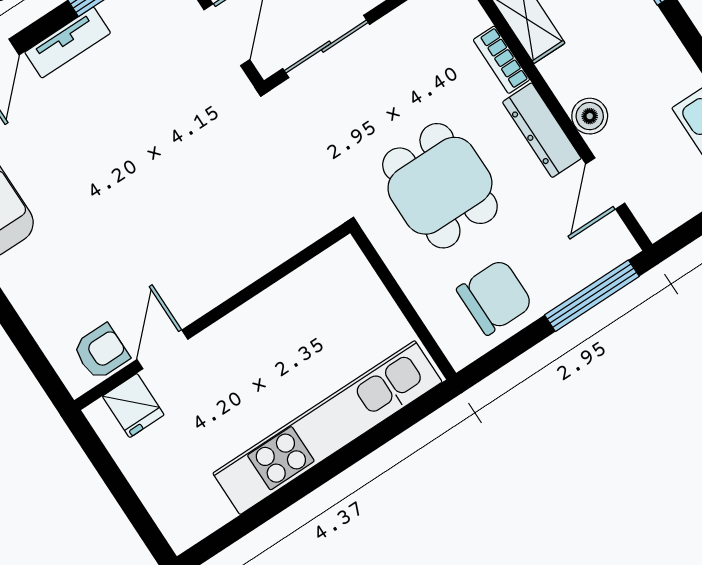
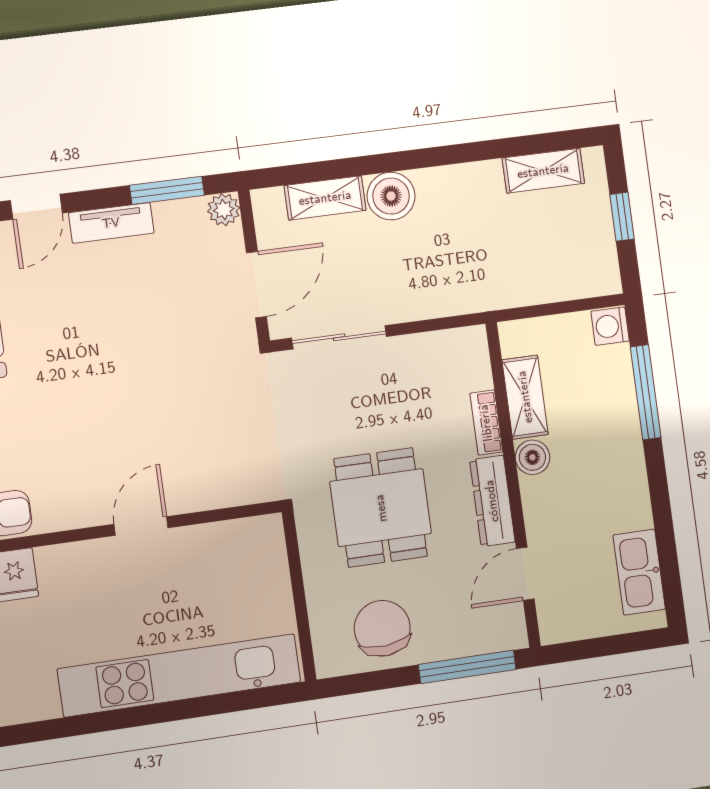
boiler: (590, 116) -> (532, 457), moved
chair: (495, 297) -> (382, 628), turned -95
door: (162, 349) -> (141, 526), moved

